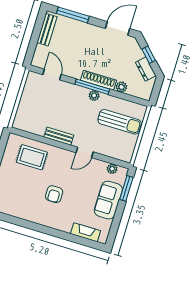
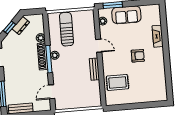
rug: (32, 157) -> (117, 82), turned 90
fireplace: (86, 232) -> (158, 36), moved

